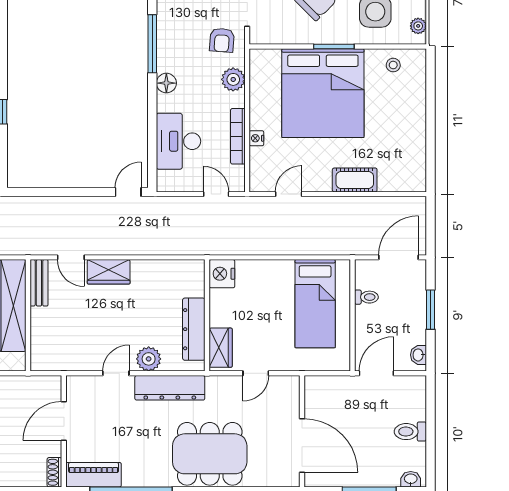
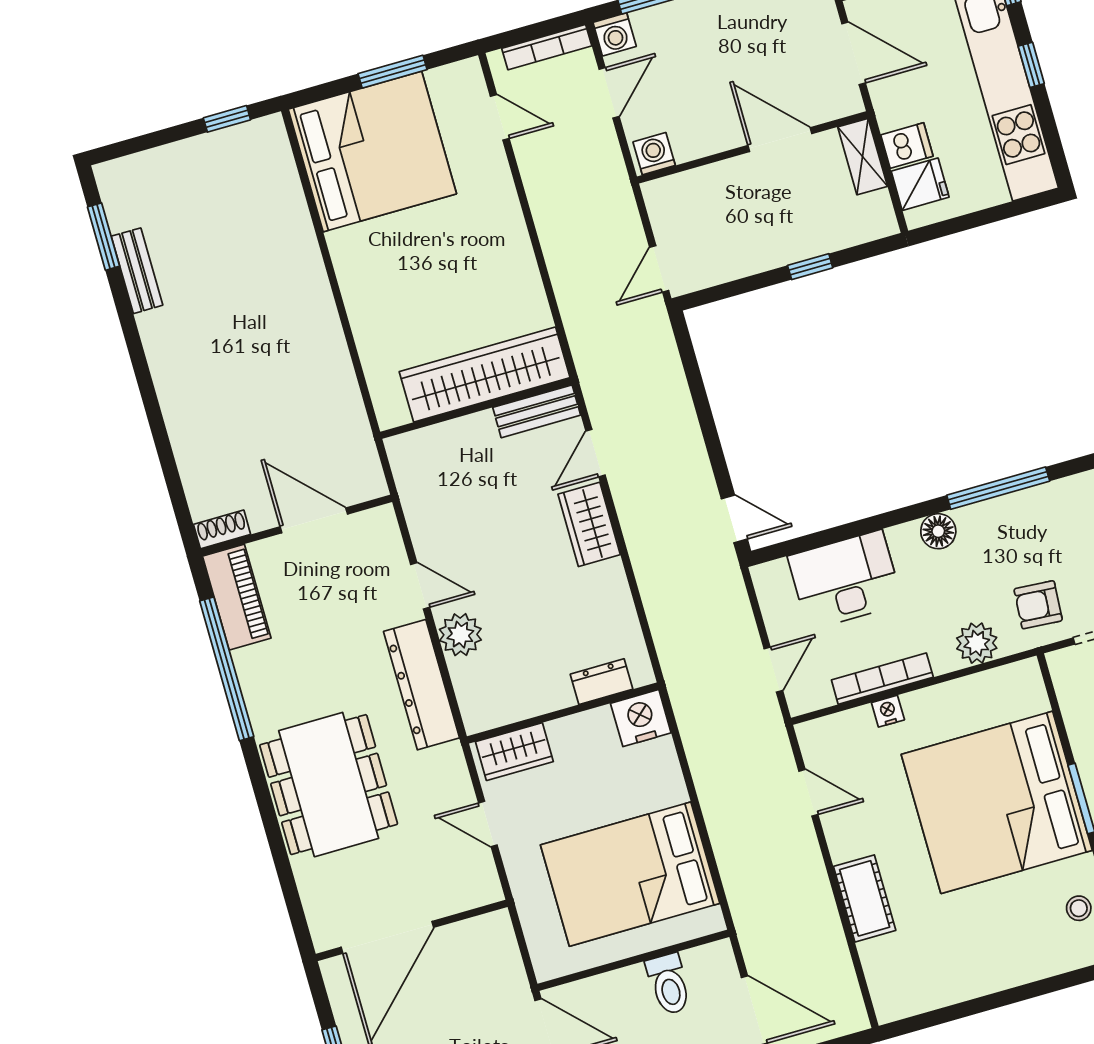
toilet: (366, 297) -> (669, 984), width x1.37, depth x1.39
bed: (315, 304) -> (630, 874), width x1.50
dresser: (194, 329) -> (602, 682), moved, width x0.51, depth x0.80

